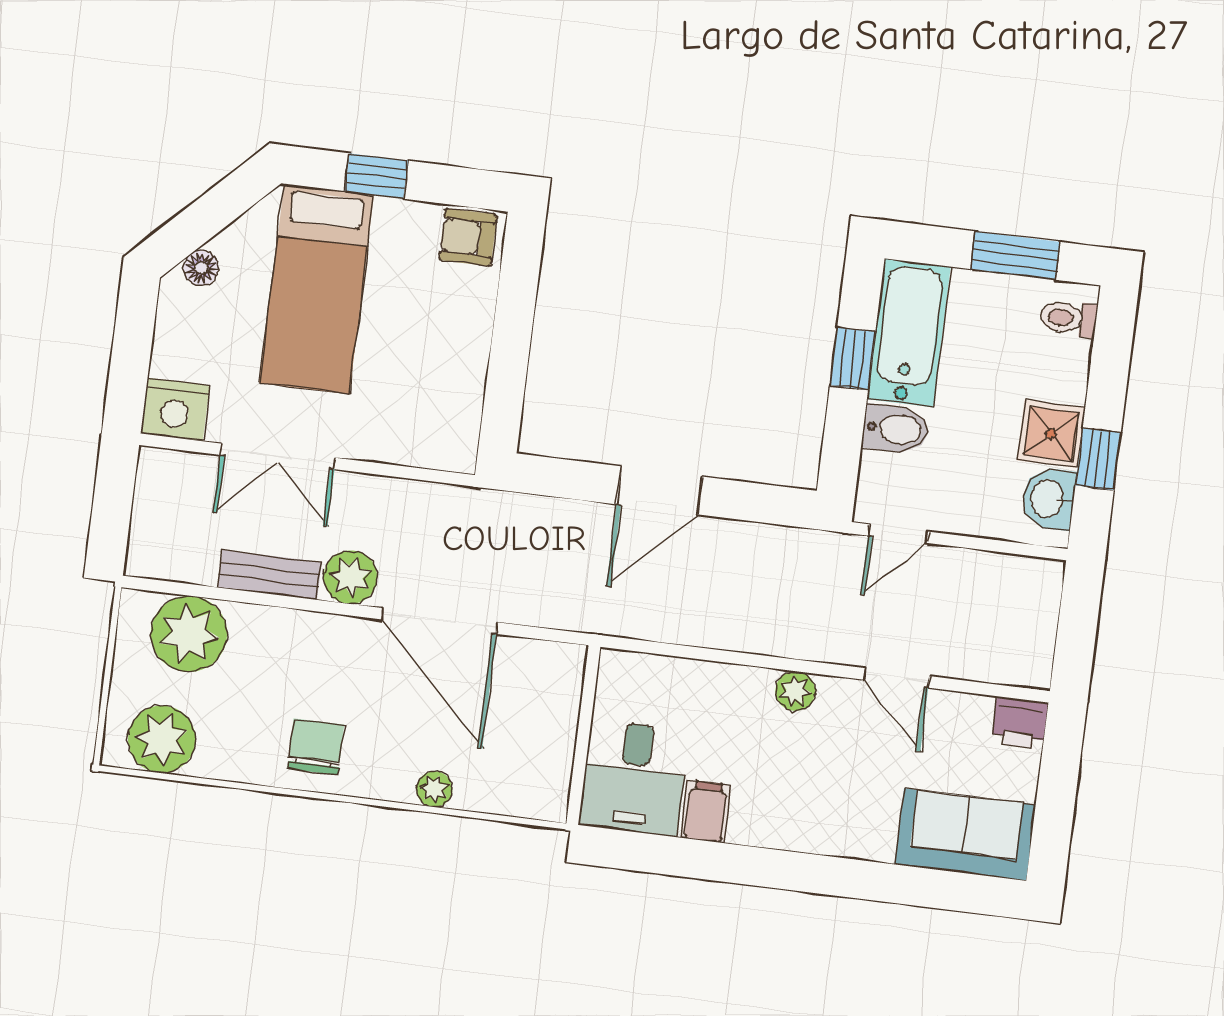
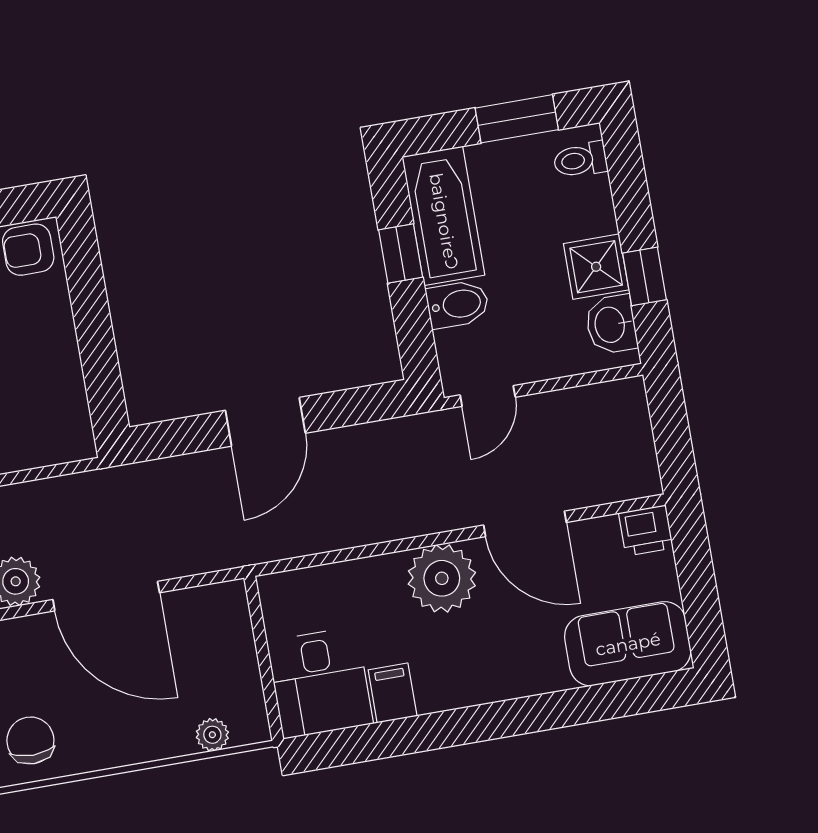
door: (897, 678) -> (525, 524), width x1.38
plant: (795, 691) -> (442, 578), width x1.87, depth x1.87
plant: (434, 789) -> (212, 735), moved

